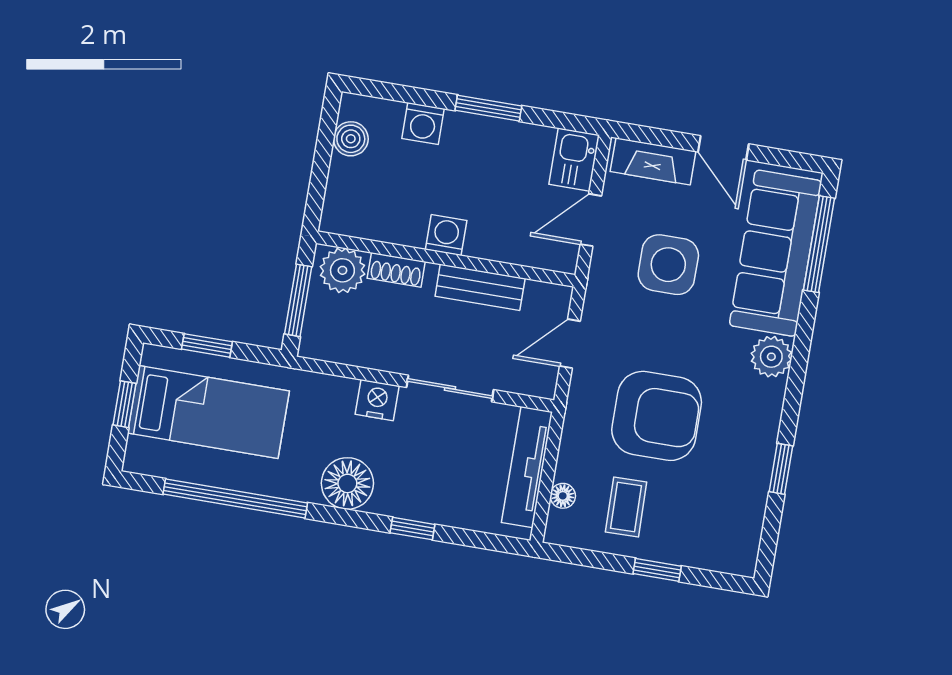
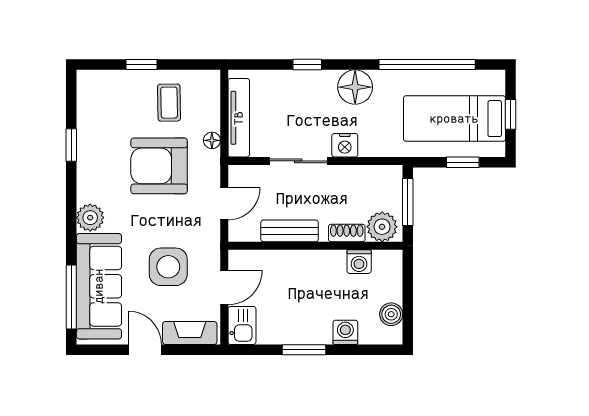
washing machine: (446, 235) -> (359, 262), moved
floor lamp: (563, 496) -> (212, 140), moved

